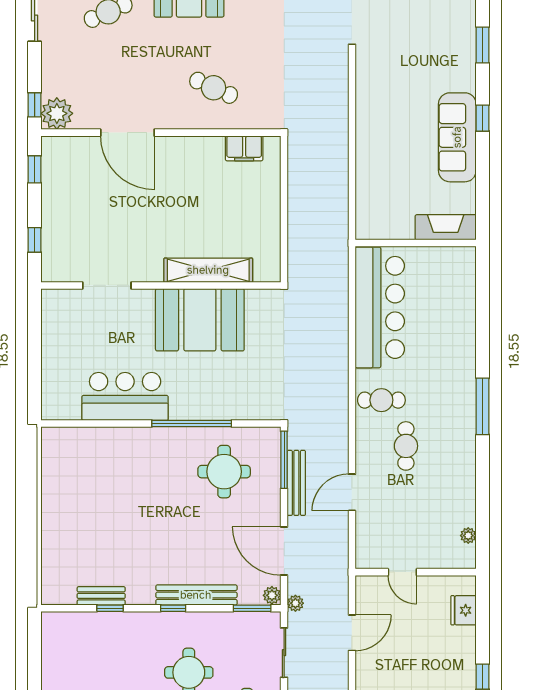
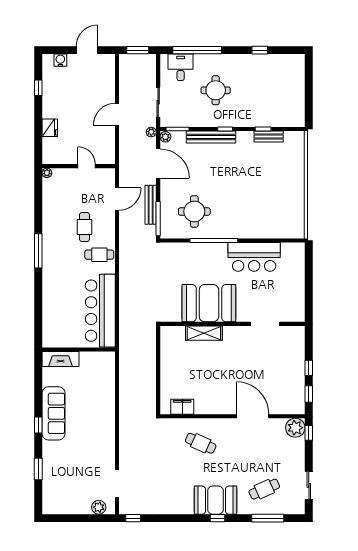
window: (35, 240) -> (309, 368), moved
shelving: (208, 270) -> (204, 333), width x0.68
door: (402, 572) -> (87, 166), moved
wall: (416, 572) -> (79, 166), moved

